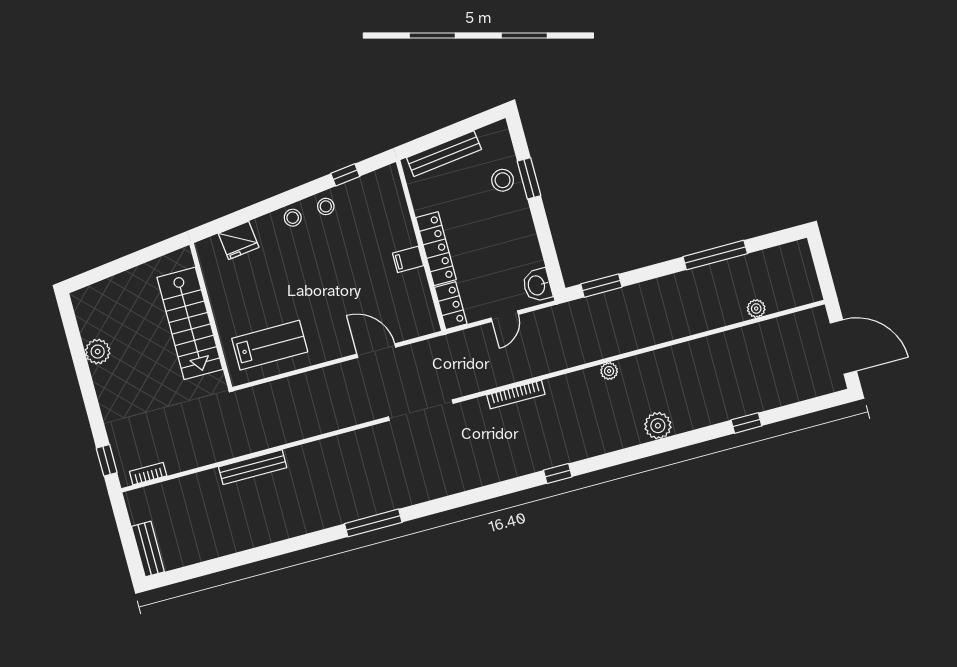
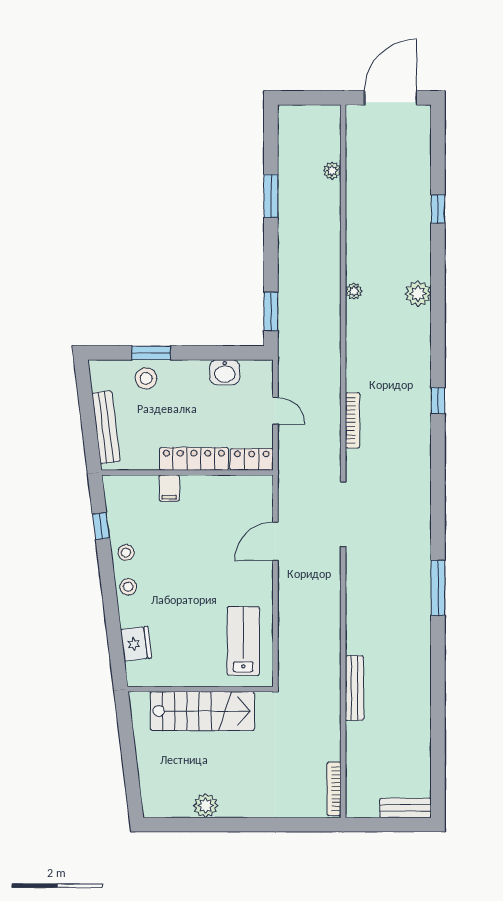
window: (715, 255) -> (271, 196), width x0.69
filing cabinet: (408, 259) -> (169, 488), moved
washbasin: (537, 285) -> (225, 372), moved
plant: (609, 371) -> (354, 291), moved
window: (107, 460) -> (311, 825), removed
bookcase: (148, 474) -> (334, 789), width x1.56

